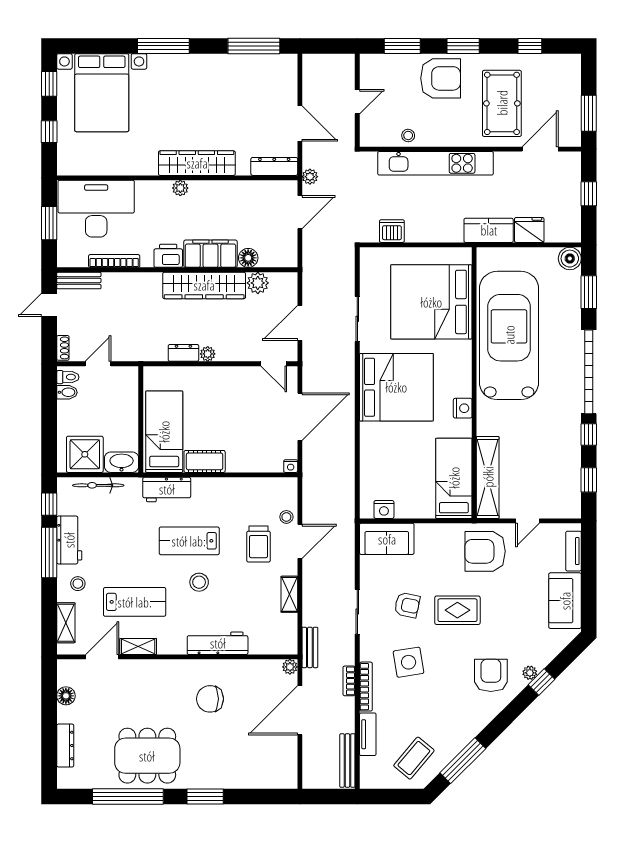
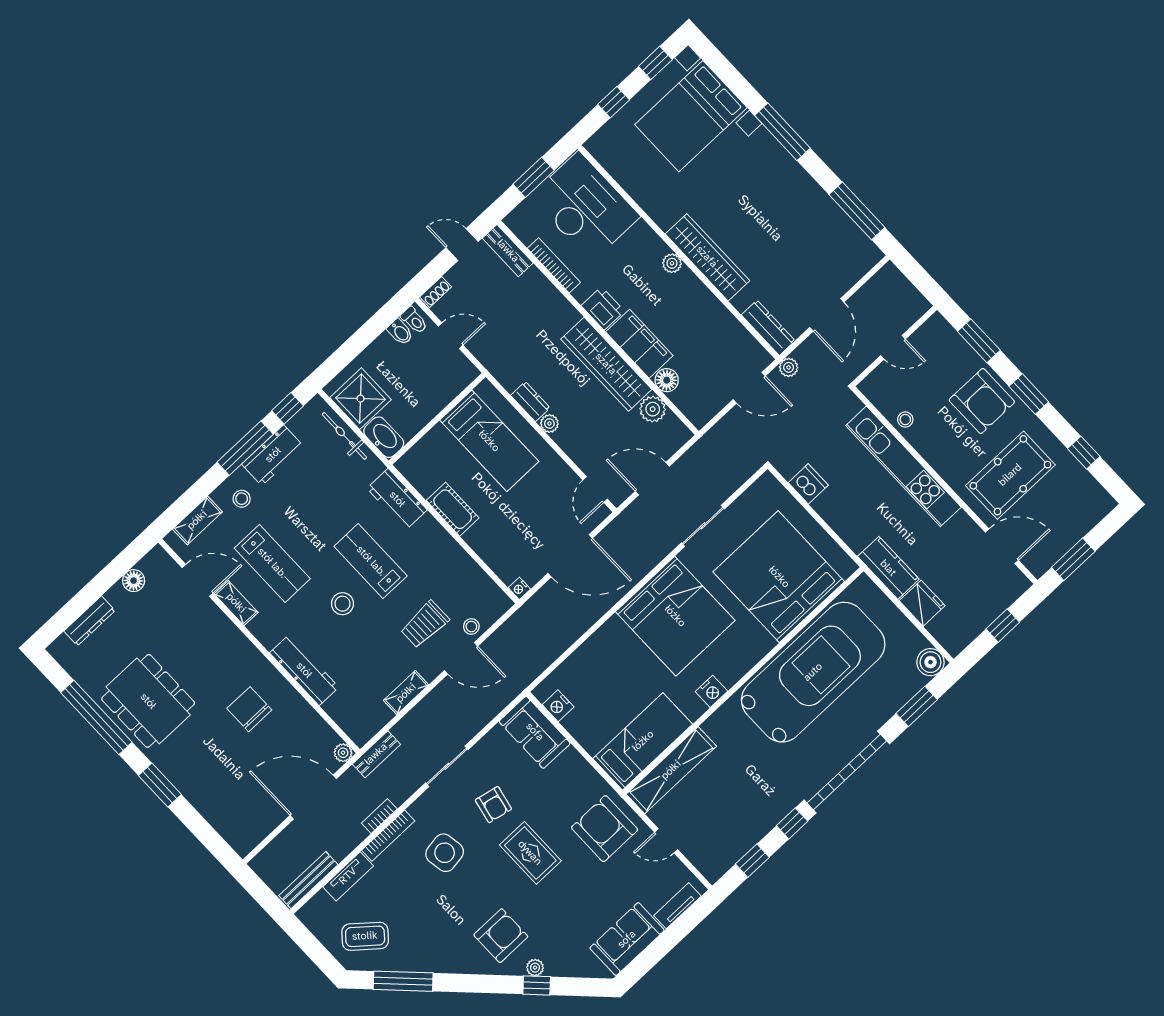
bed: (164, 432) -> (489, 441), moved, turned 90

